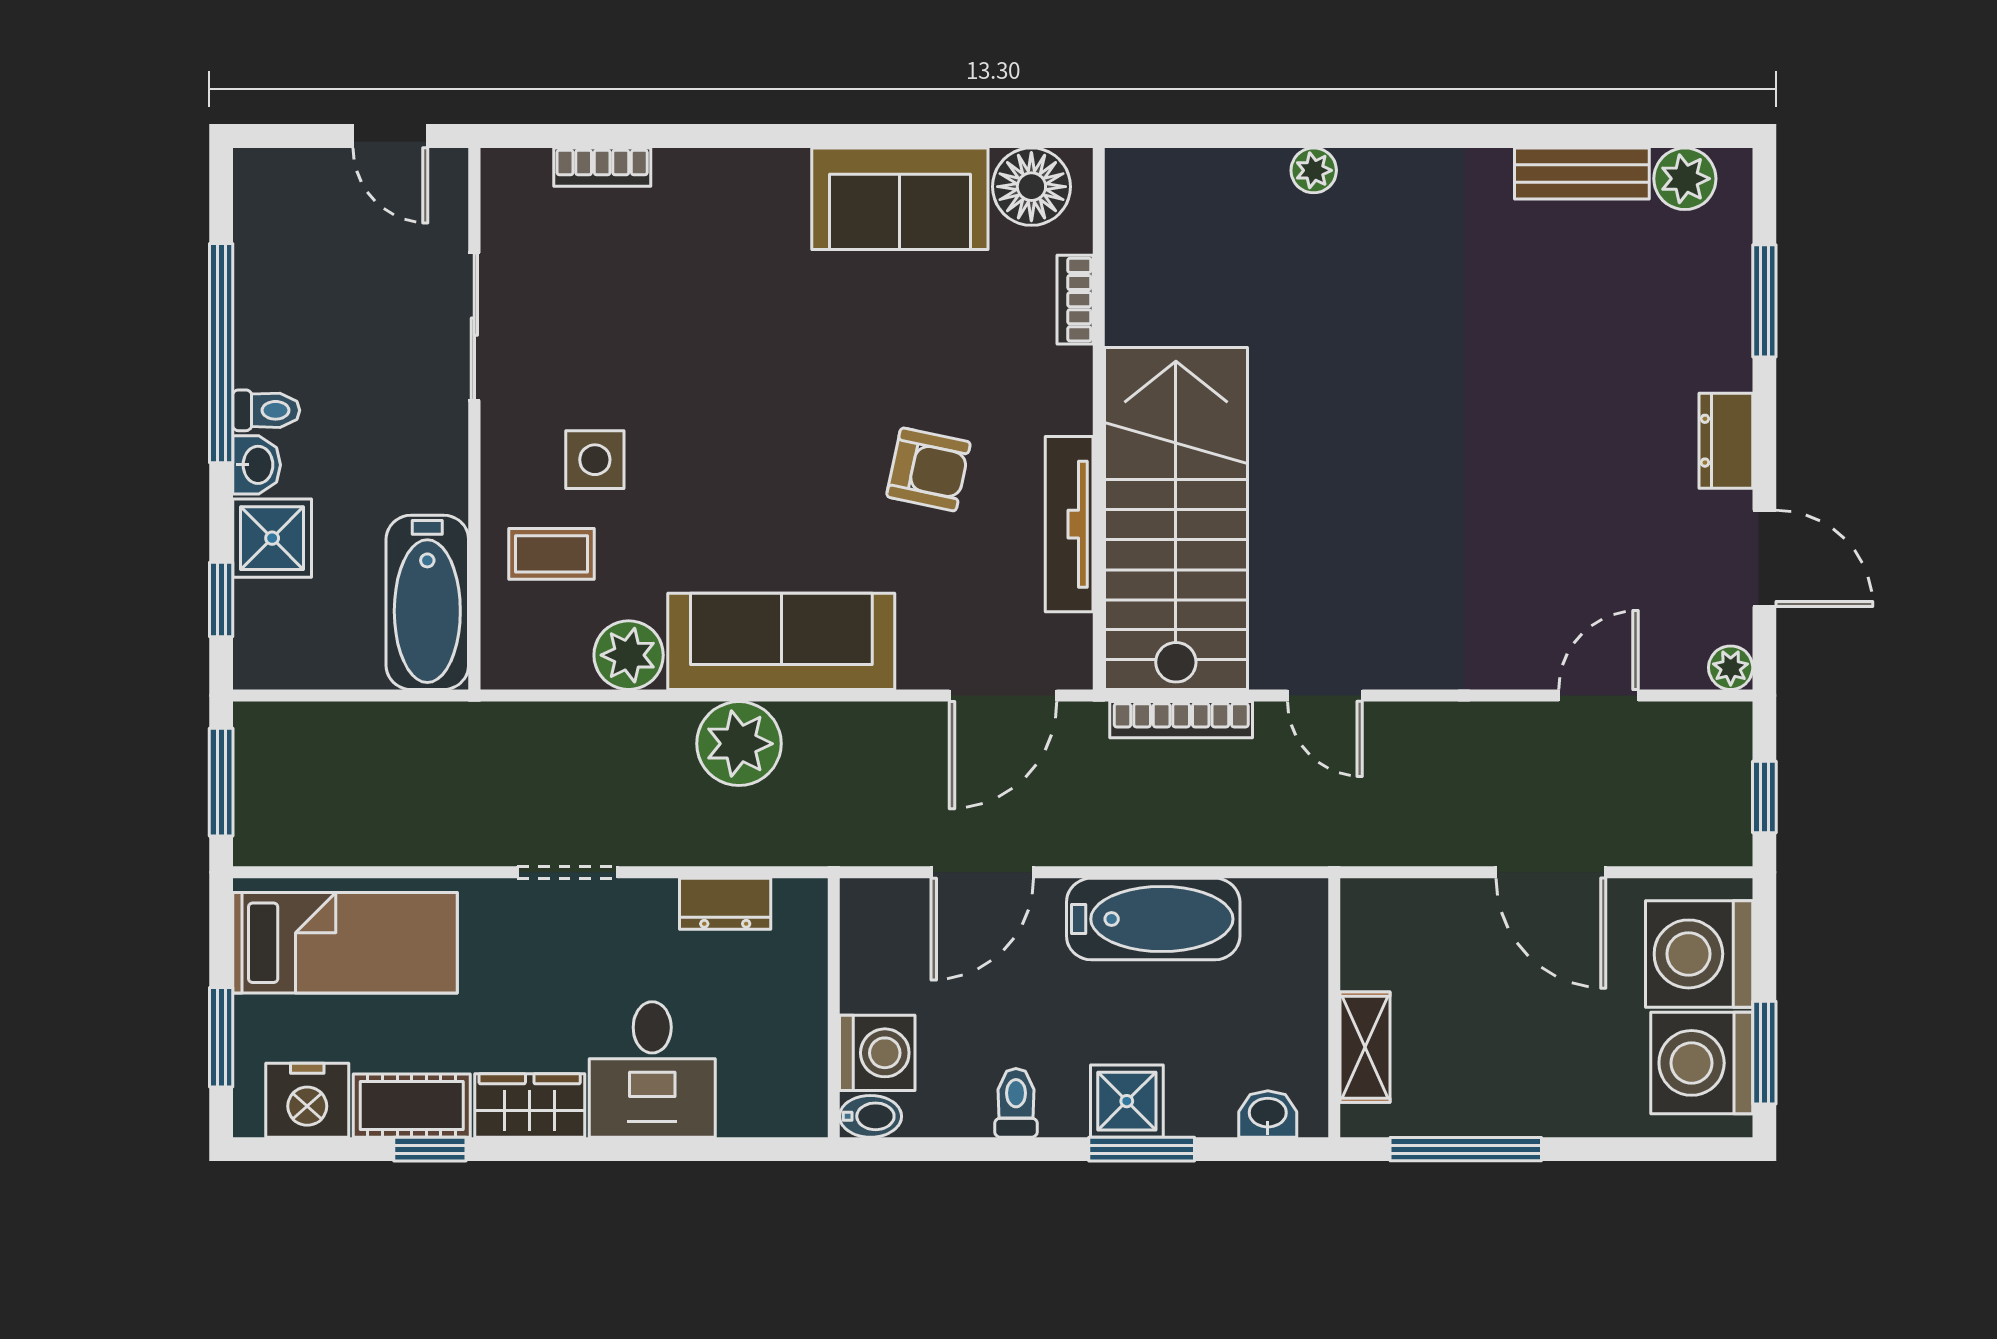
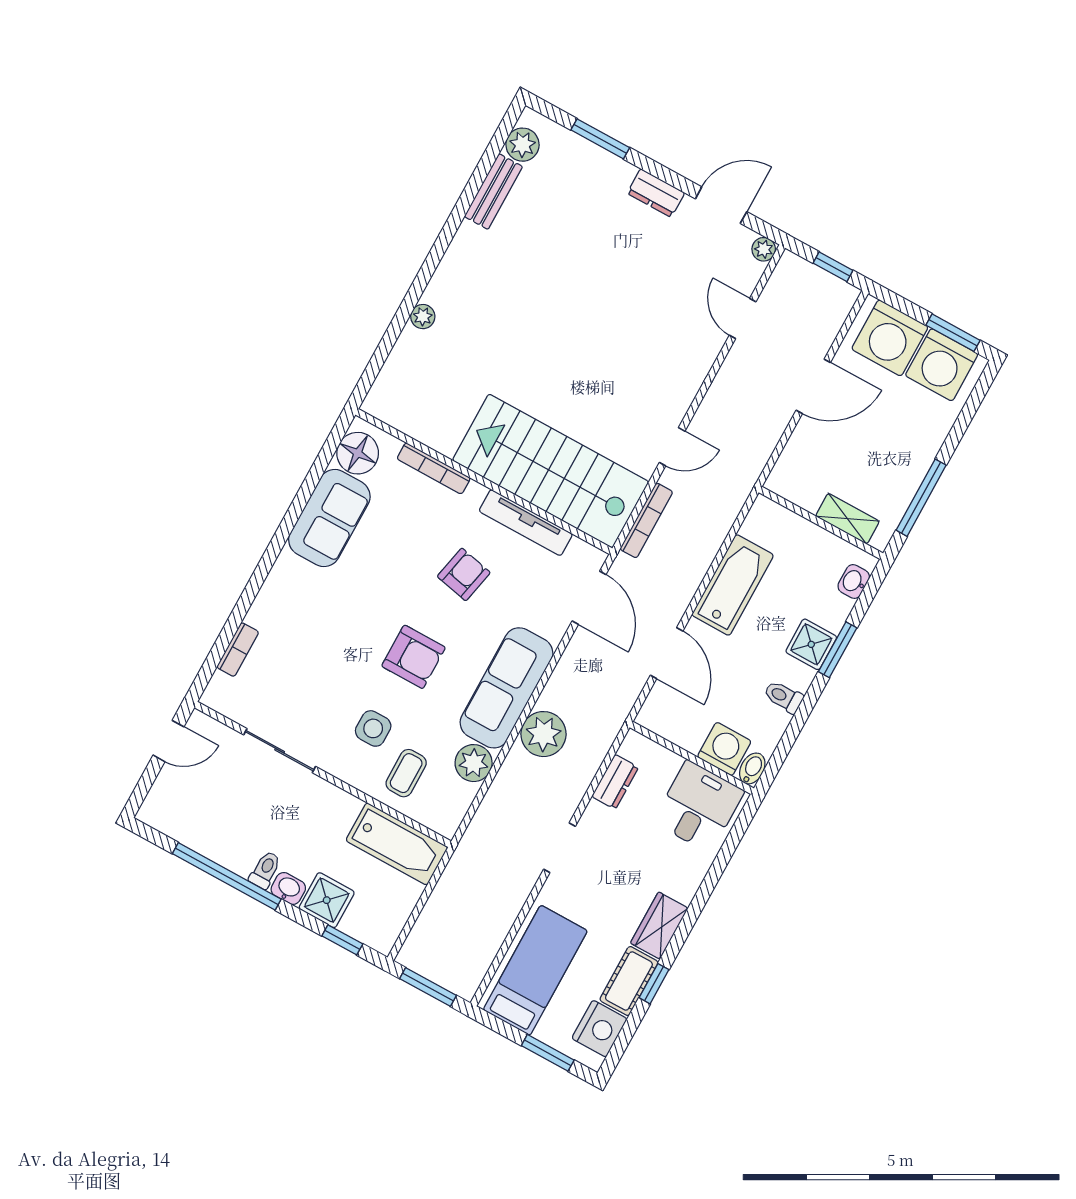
bookcase: (1075, 300) -> (434, 468), width x1.56
armchair: (748, 461) -> (414, 657), added
desk: (652, 1069) -> (699, 806), moved, turned -90

